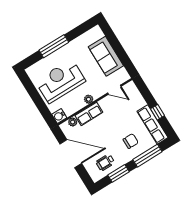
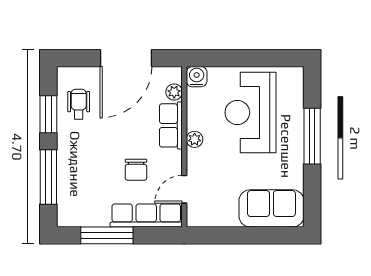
sofa: (106, 56) -> (271, 208), moved
reception desk: (60, 81) -> (251, 113), turned 180
window: (158, 112) -> (107, 235), width x2.17
row of seats: (152, 124) -> (146, 215), moved
chair: (131, 141) -> (136, 170), moved

